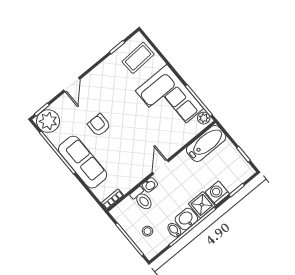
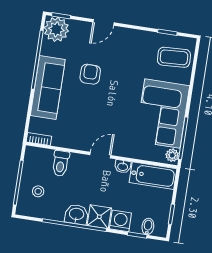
washbasin: (150, 185) -> (123, 166), moved
bidet: (174, 230) -> (148, 226), moved

